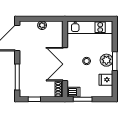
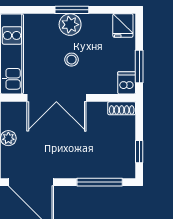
double door: (65, 64) -> (56, 98), moved
fridge: (106, 80) -> (123, 25), moved

